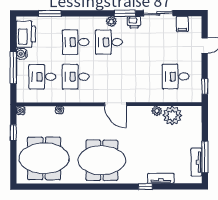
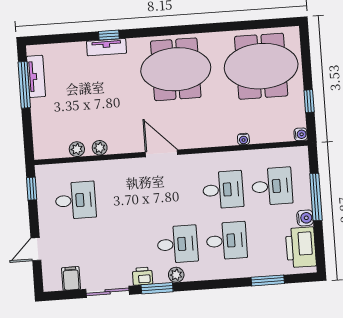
plant: (172, 115) -> (77, 149), width x0.53, depth x0.53
tv unit: (161, 178) -> (106, 47), moved

